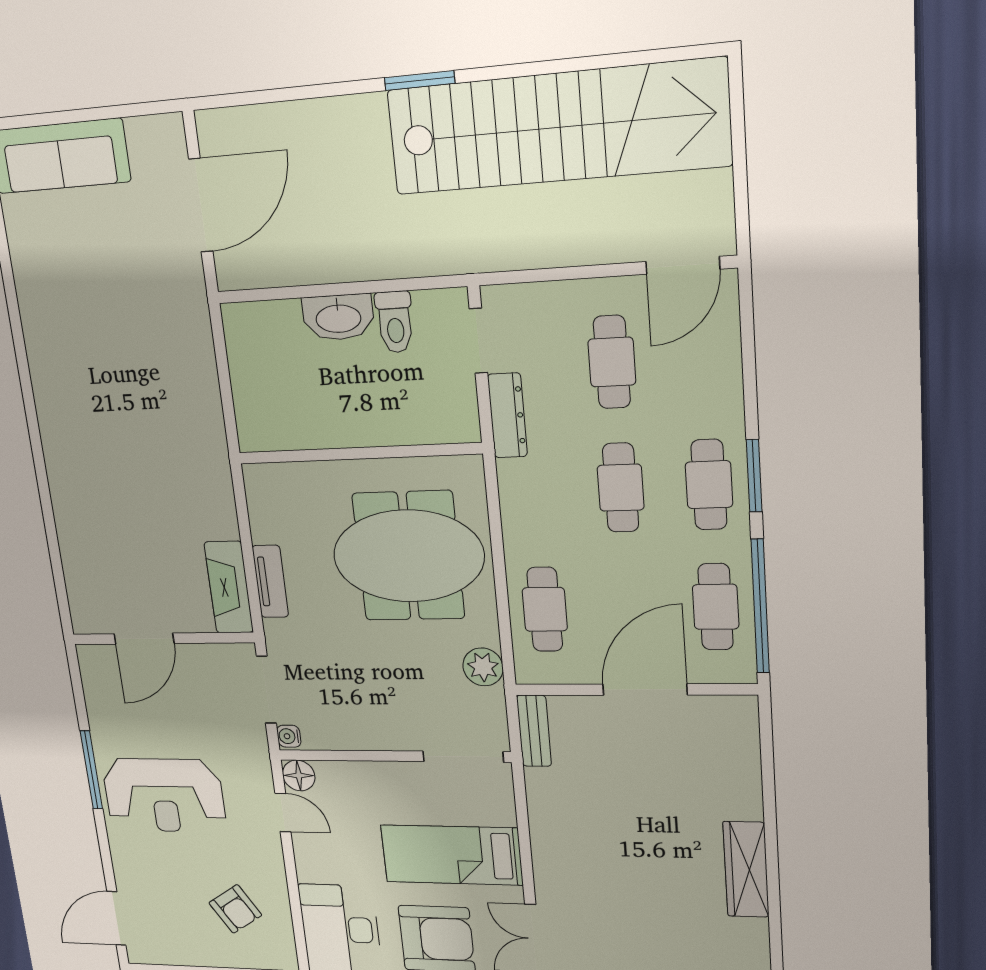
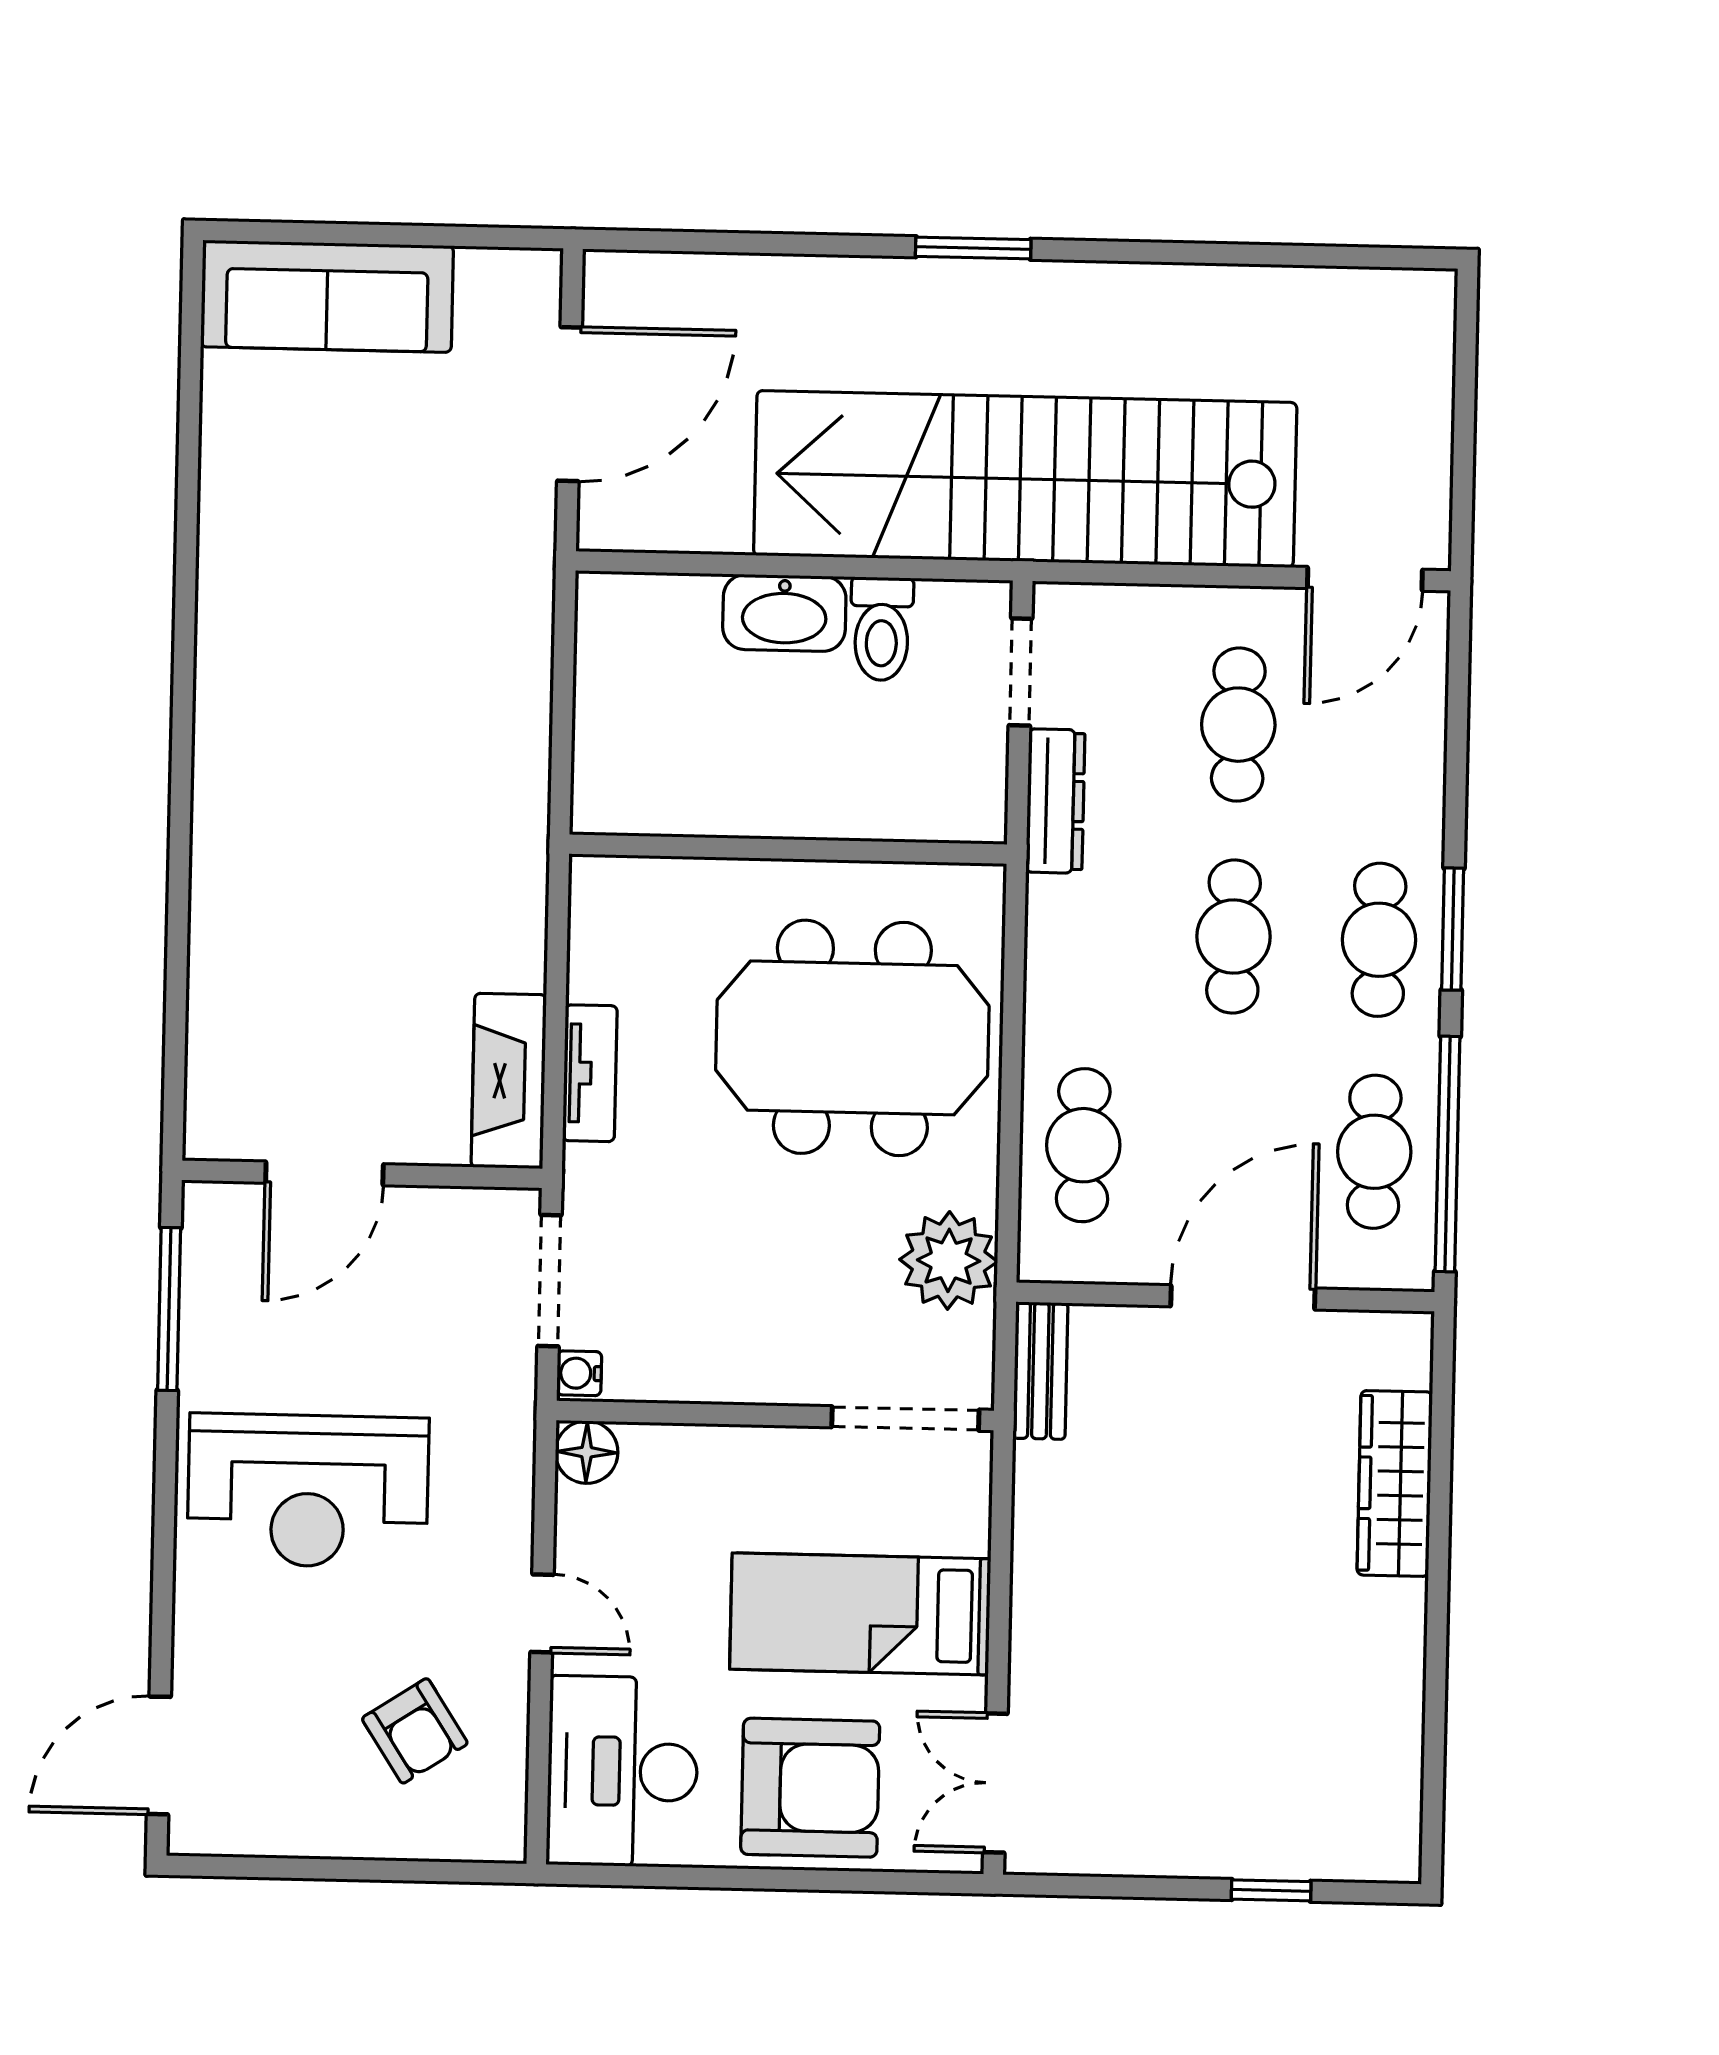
stairs: (557, 127) -> (1025, 479), moved, turned 180
plant: (483, 667) -> (949, 1260), width x1.36, depth x1.36
window: (91, 770) -> (169, 1309), moved
door: (283, 813) -> (542, 1613), moved
wardrobe: (746, 870) -> (1395, 1483), moved

